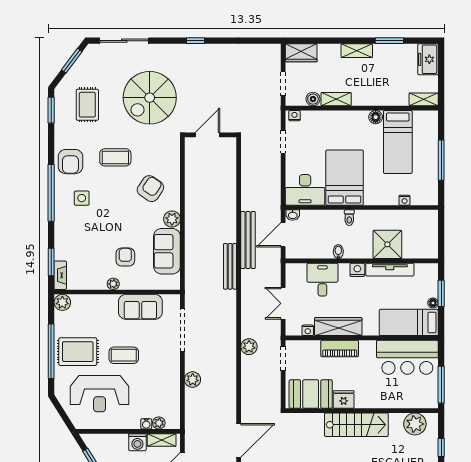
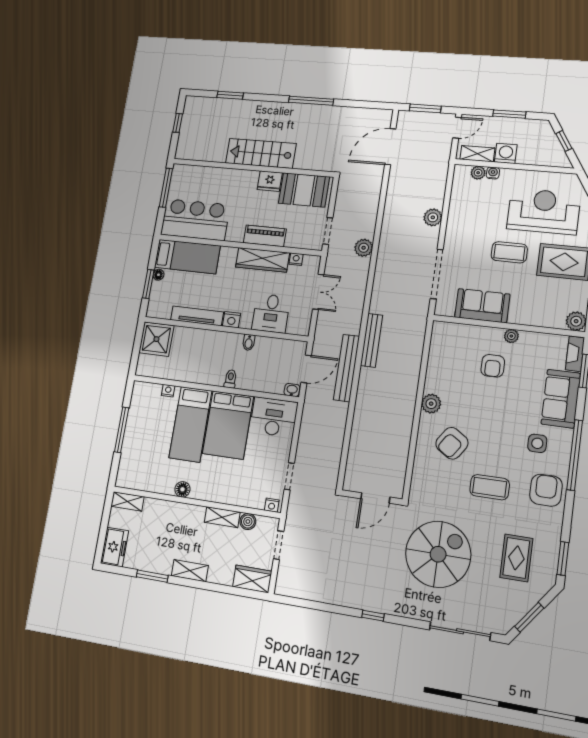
bed: (398, 142) -> (190, 424), moved, turned 180
shower: (387, 244) -> (156, 339), moved
sofa: (167, 251) -> (561, 399), moved, turned 180
plant: (415, 424) -> (200, 149), removed

